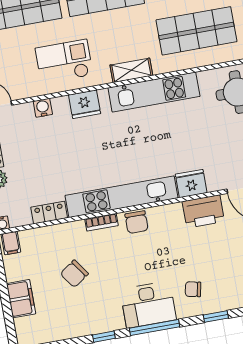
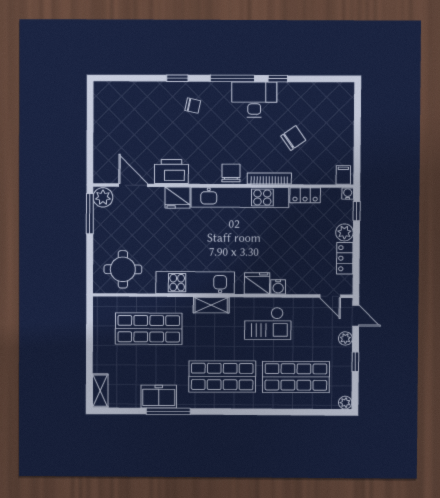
water cooler: (43, 108) -> (278, 287), moved
bookcase: (101, 222) -> (269, 178), width x1.56
filing cabinet: (21, 299) -> (344, 125), removed
desk: (148, 305) -> (254, 100), moved

